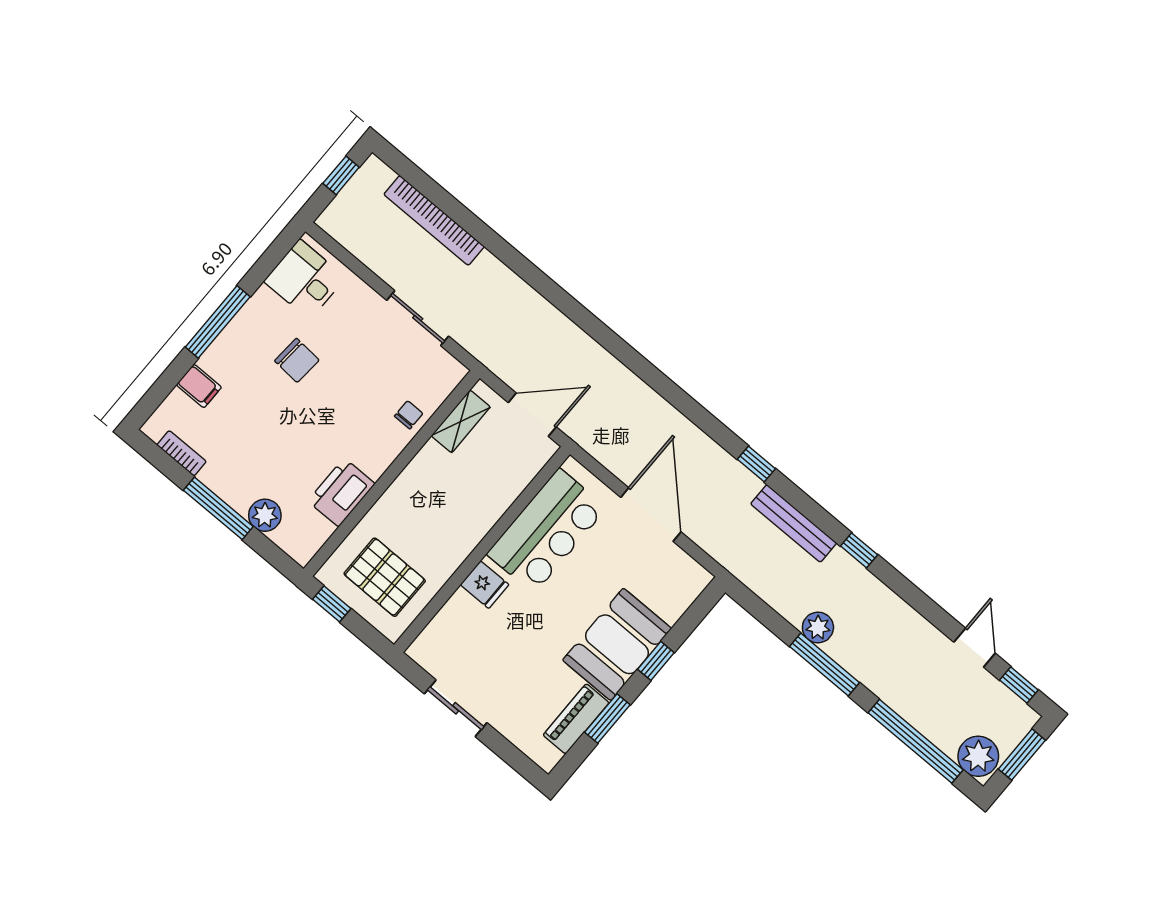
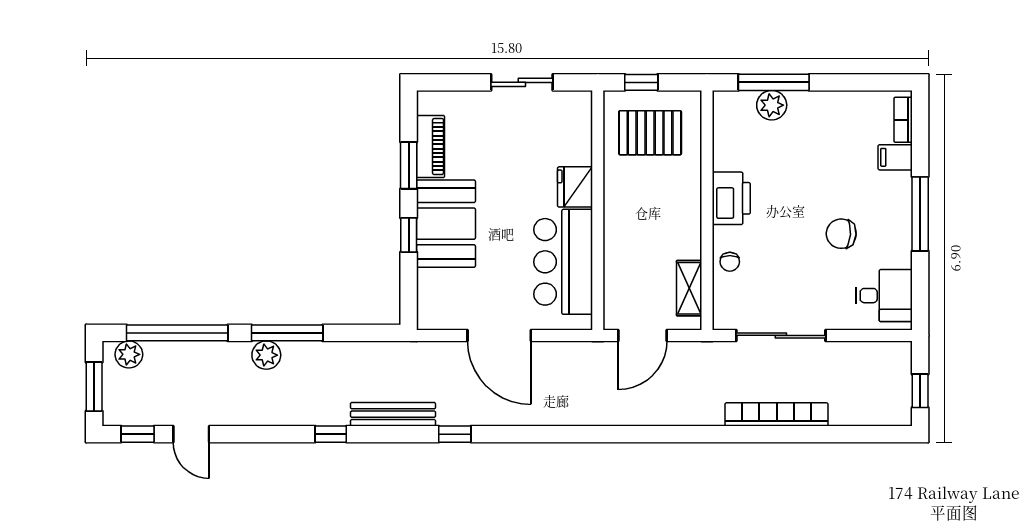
bookcase: (434, 220) -> (777, 414), moved
sliding door: (418, 318) -> (781, 335), width x1.37
bookcase: (181, 453) -> (903, 120), moved, turned 90
printer: (341, 492) -> (731, 198), moved
window: (218, 508) -> (774, 82), moved
fridge: (485, 585) -> (575, 187), width x1.38
window: (332, 604) -> (641, 82), moved
plant: (818, 627) -> (266, 355), moved
plant: (978, 756) -> (129, 354), width x0.73, depth x0.73

